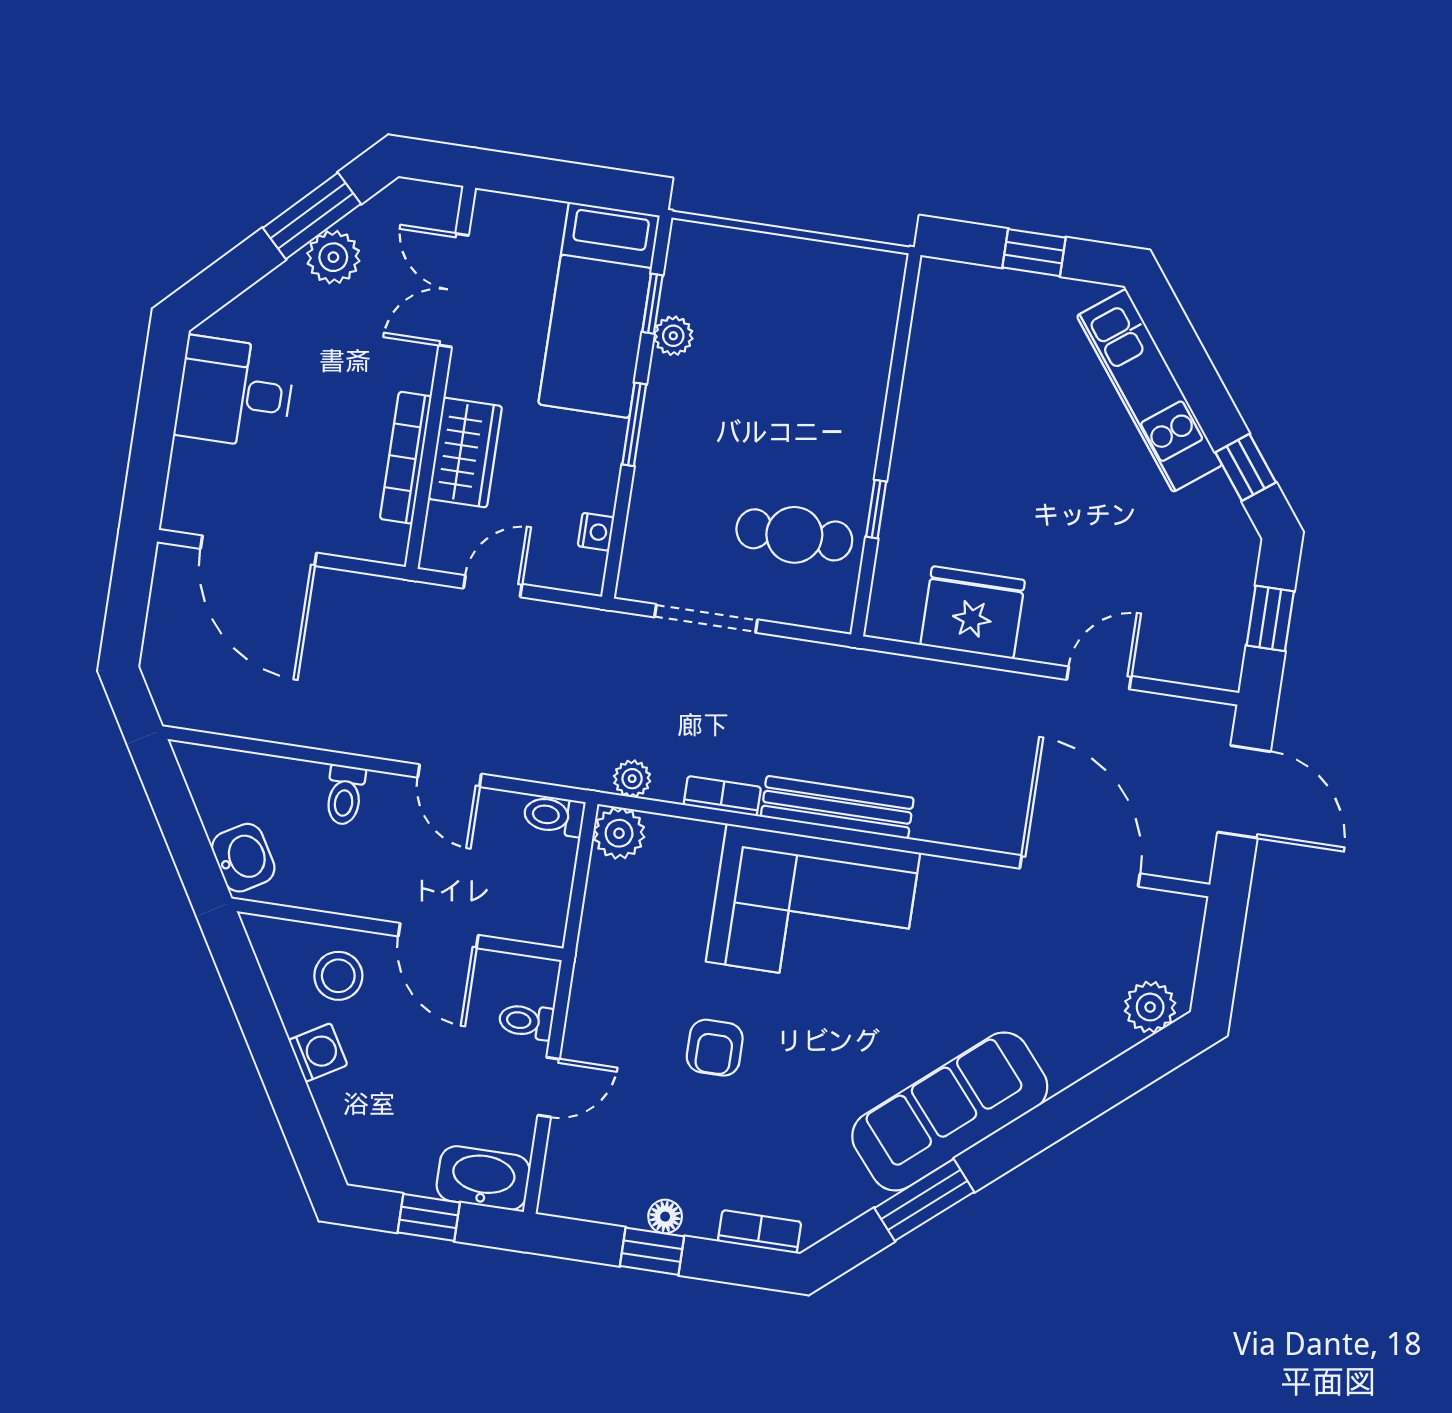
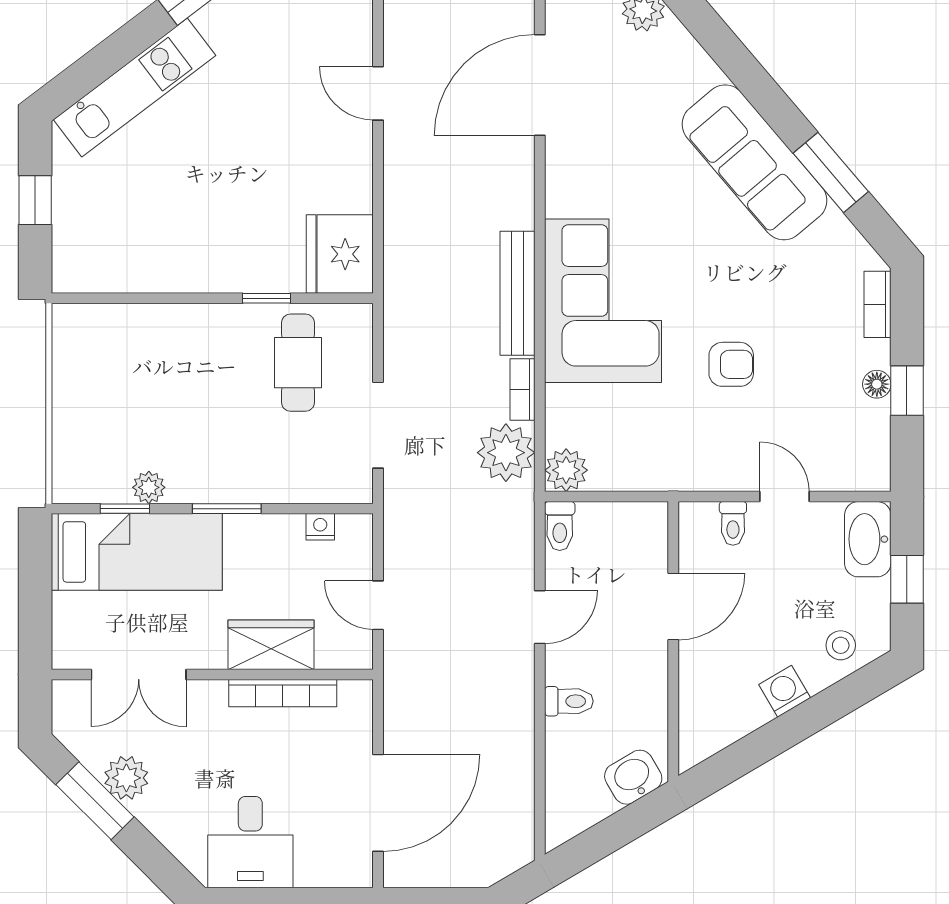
fridge: (973, 613) -> (340, 254), moved
plant: (632, 779) -> (506, 453), width x1.88, depth x1.88
stool: (338, 976) -> (841, 645), moved, width x0.73, depth x0.73

